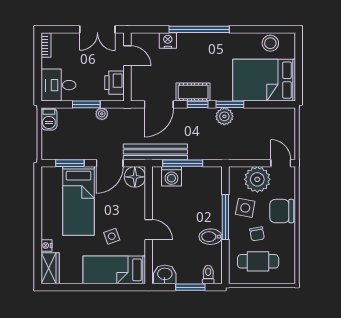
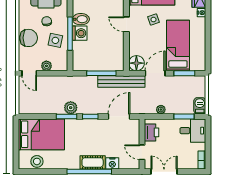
cot: (193, 92) -> (93, 162), moved
window: (86, 104) -> (184, 116), moved
washing machine: (171, 176) -> (80, 33), moved, turned 90
plant: (257, 179) -> (46, 66), width x0.53, depth x0.53

